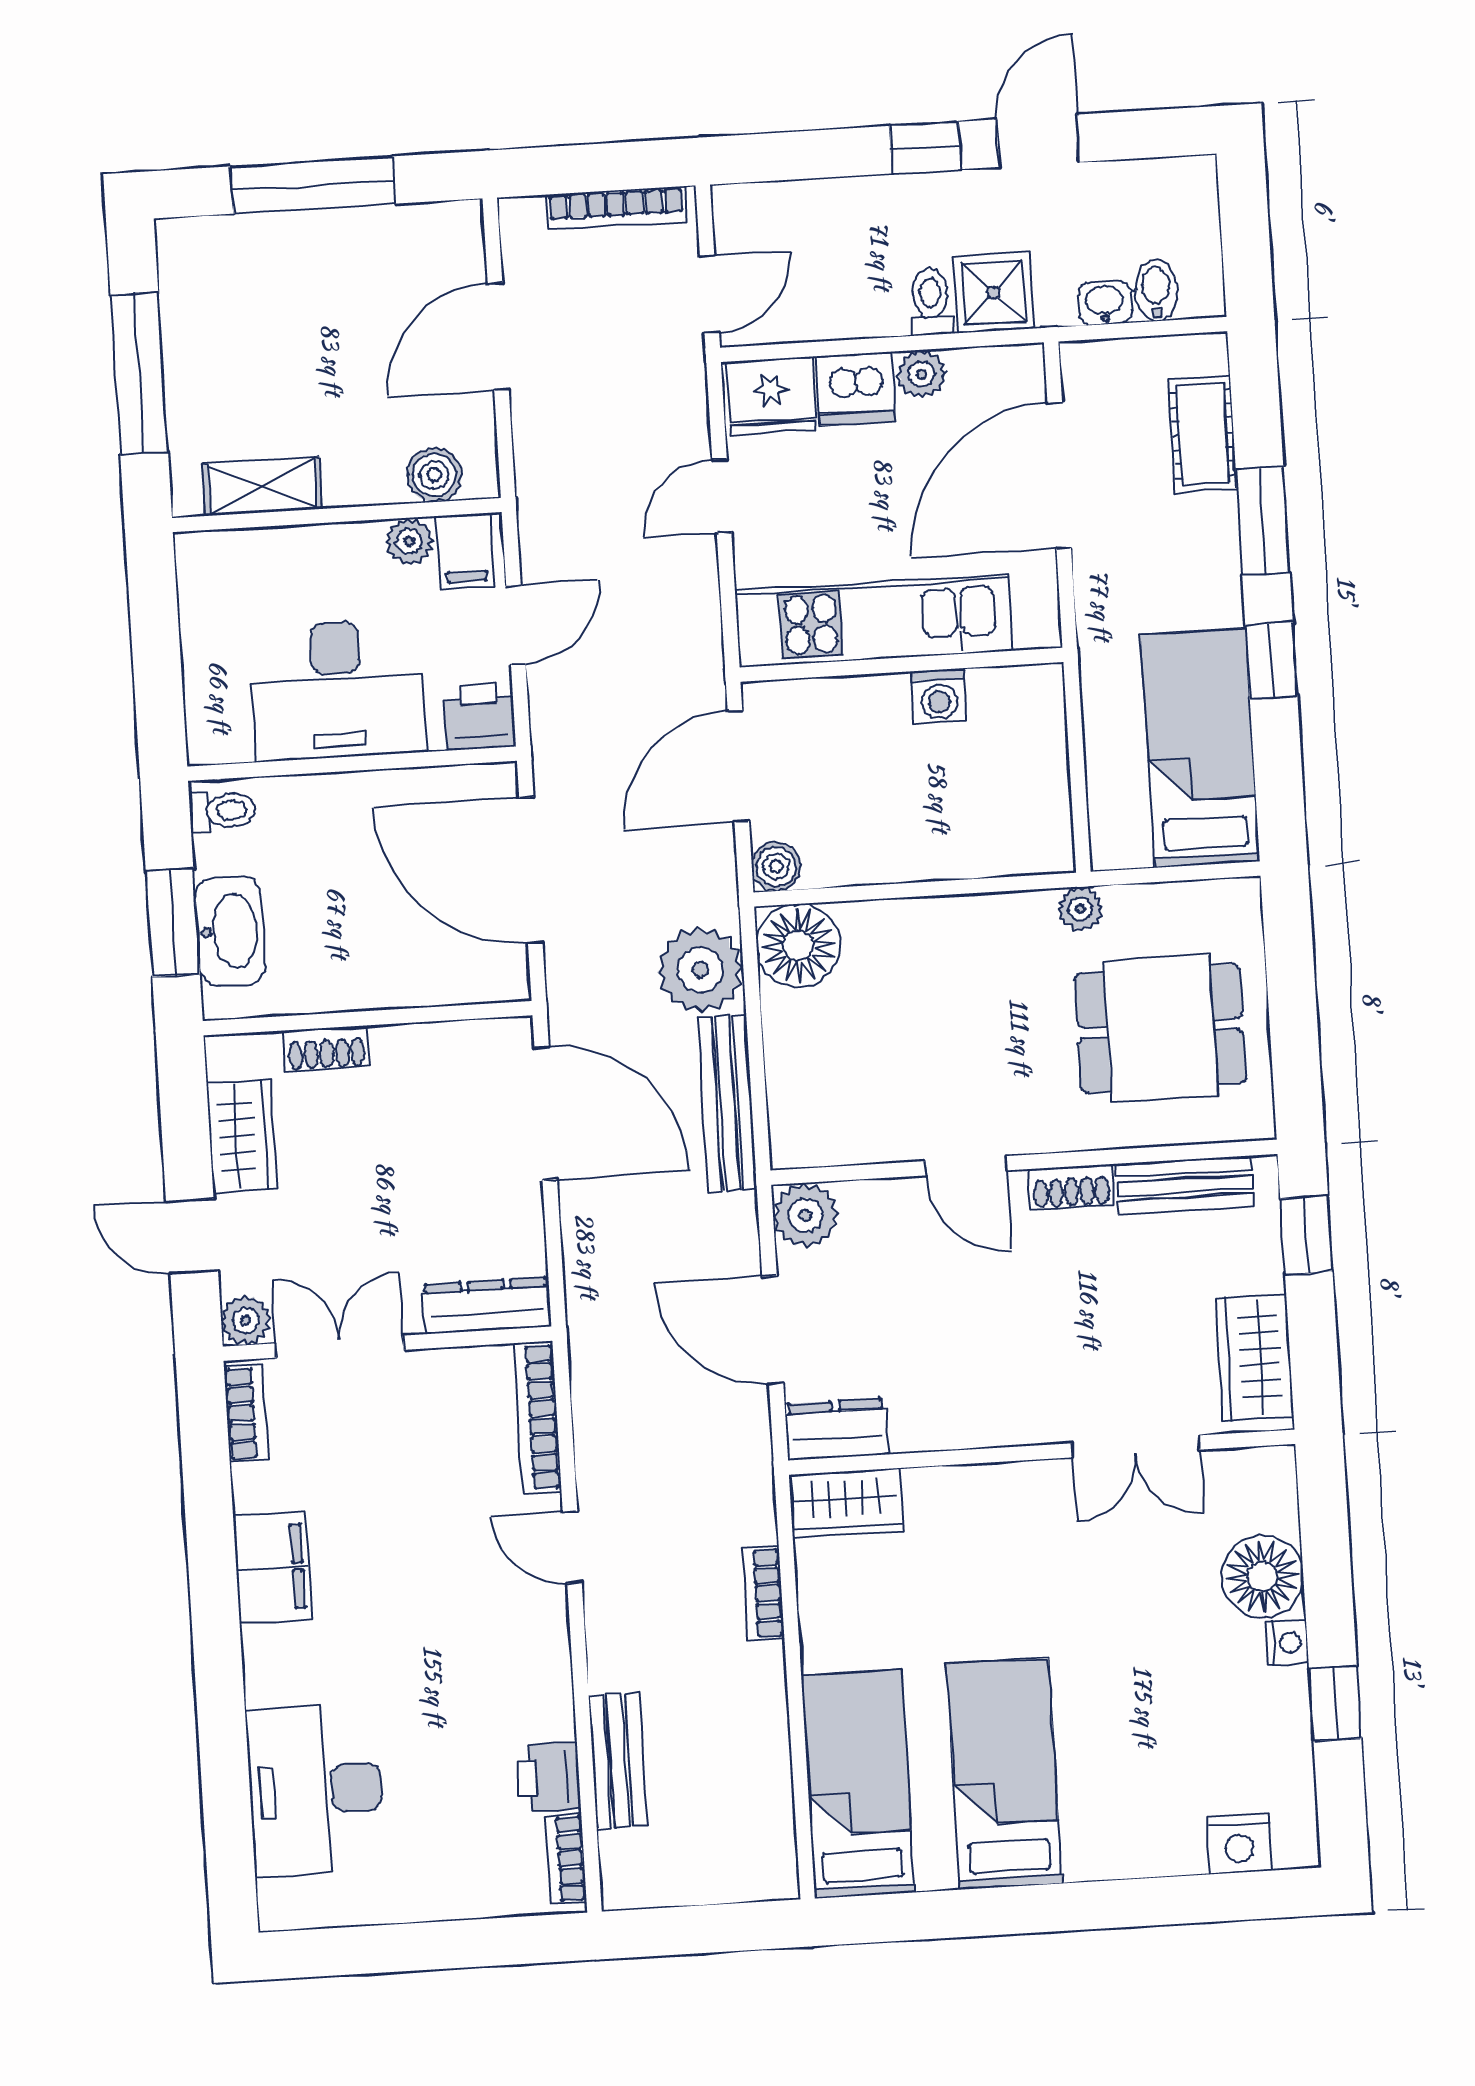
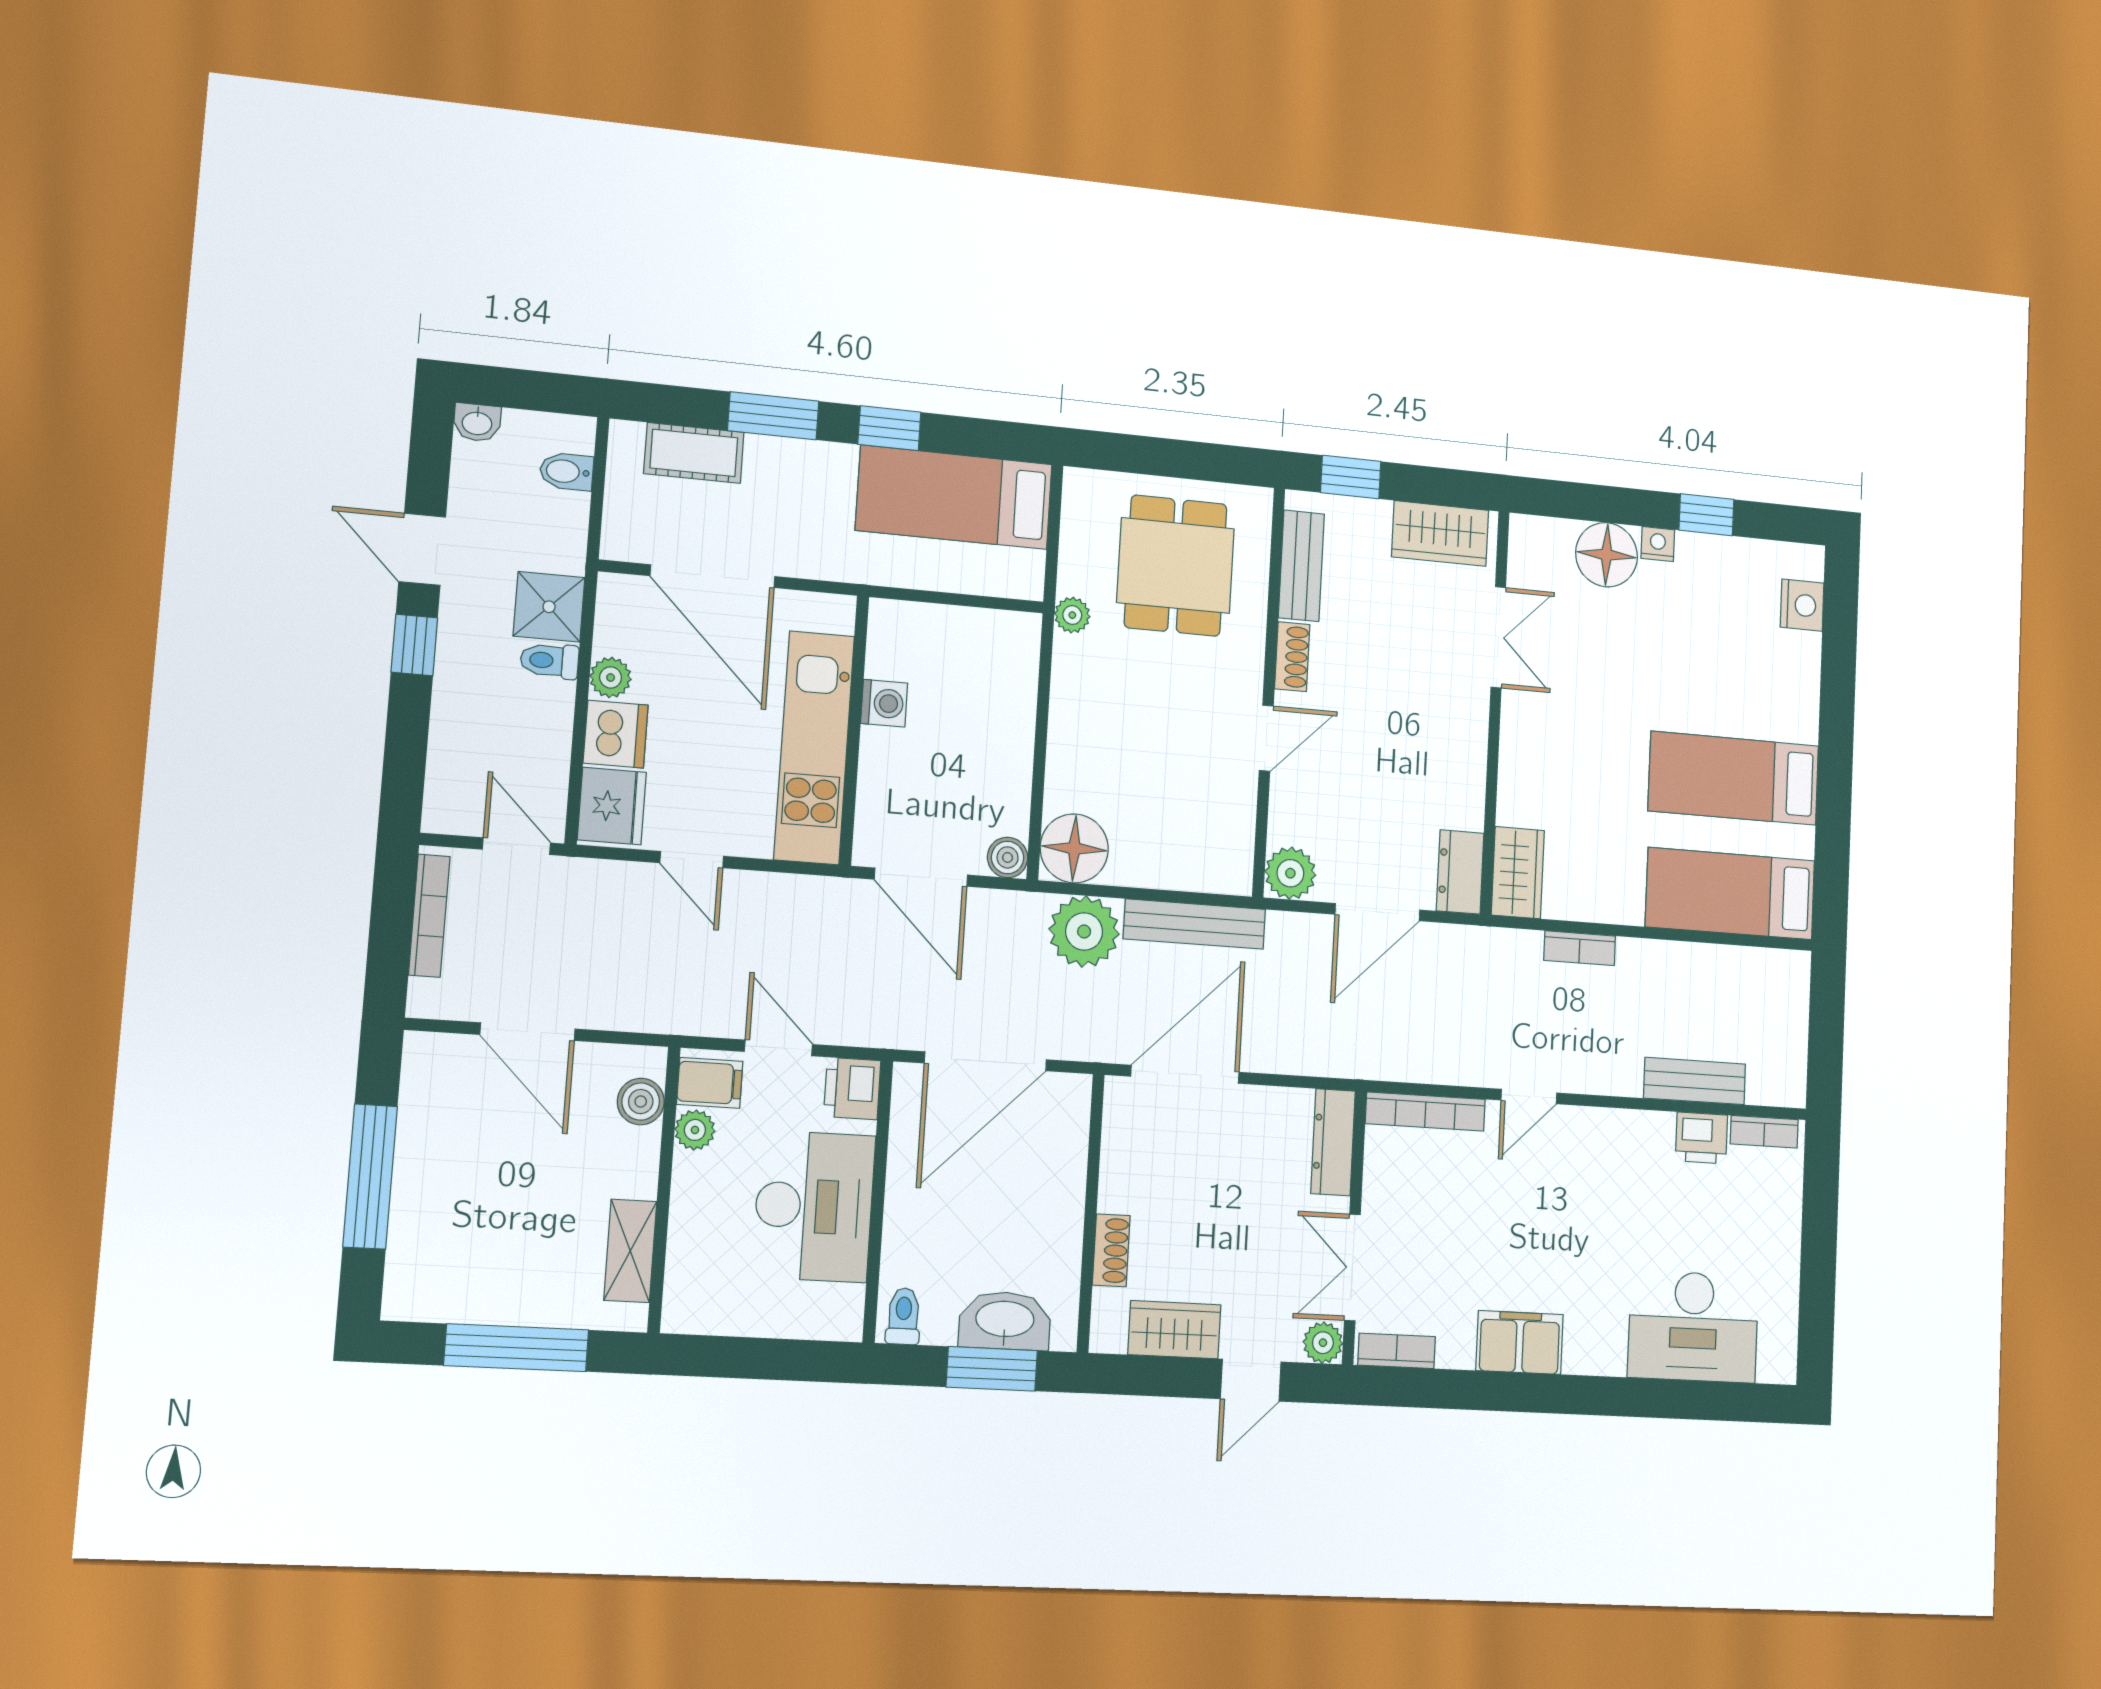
washbasin: (1105, 303) -> (477, 422), moved, turned -90

